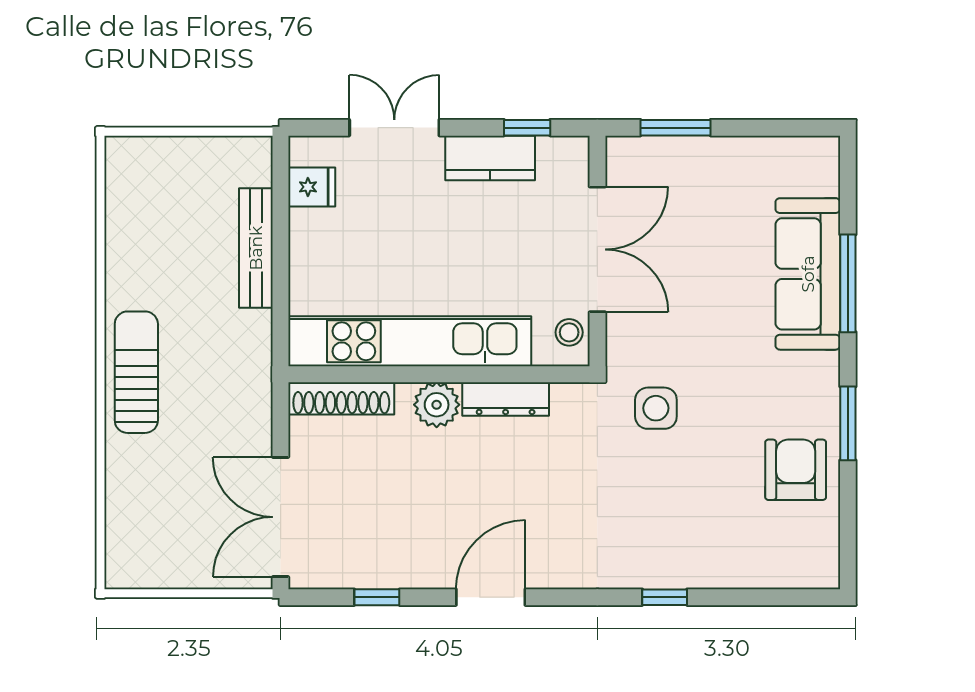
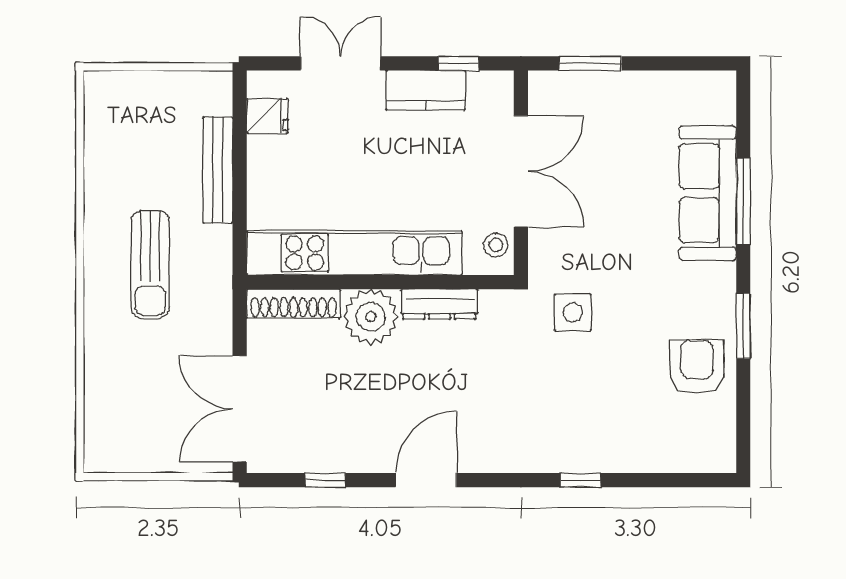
sun lounger: (136, 372) -> (150, 265), moved, turned 180
plant: (437, 405) -> (371, 317), width x1.36, depth x1.36

